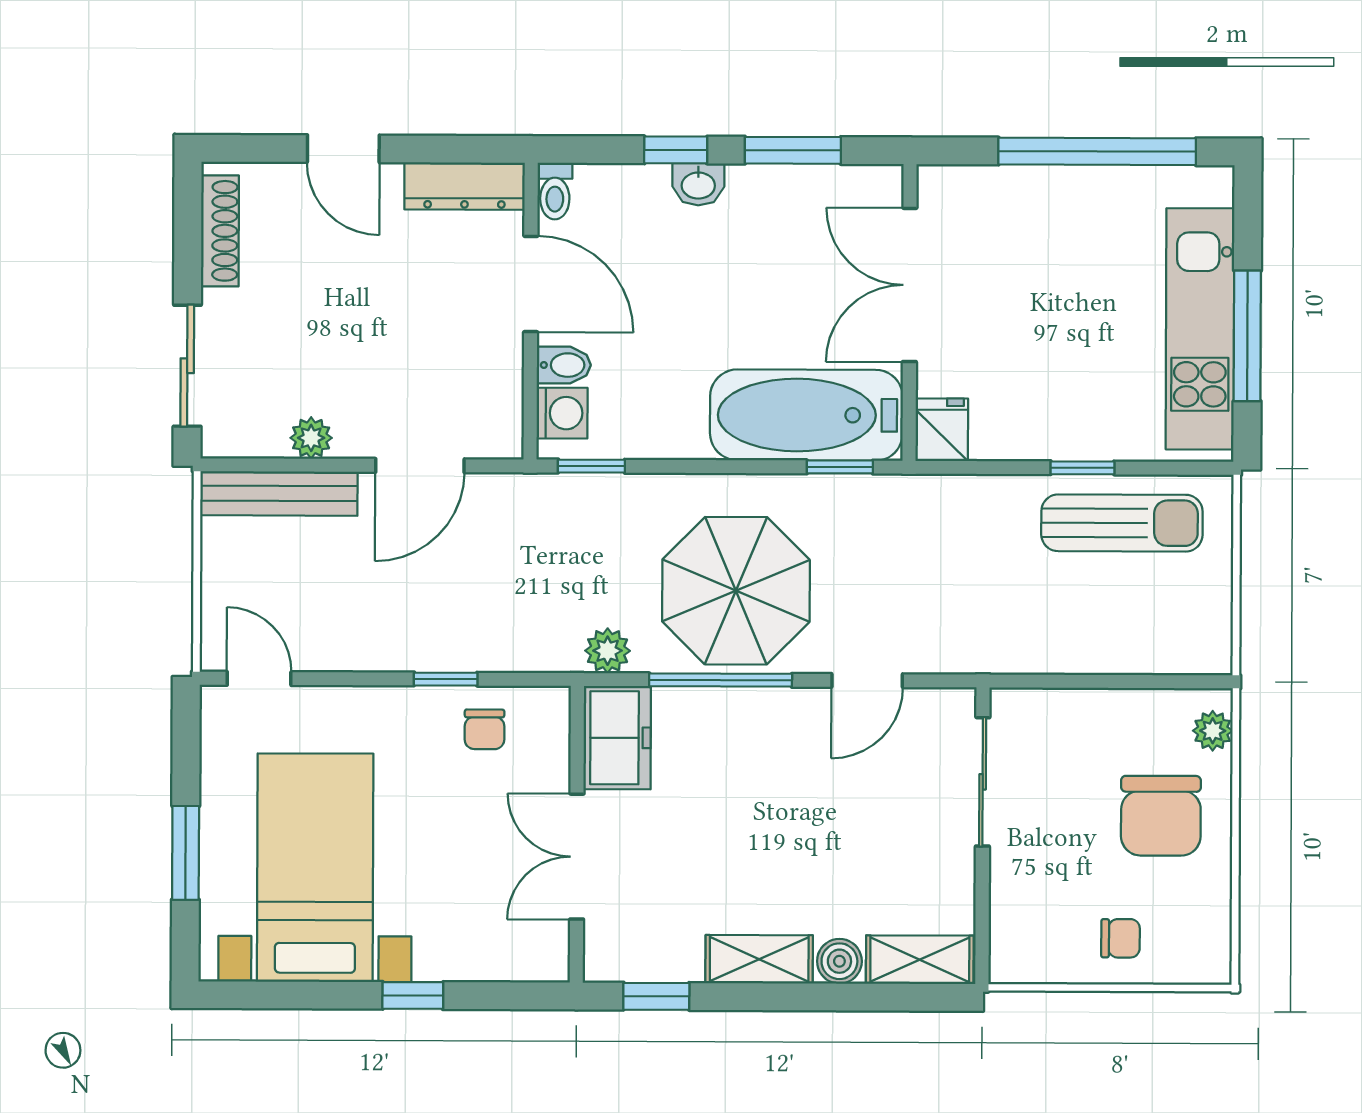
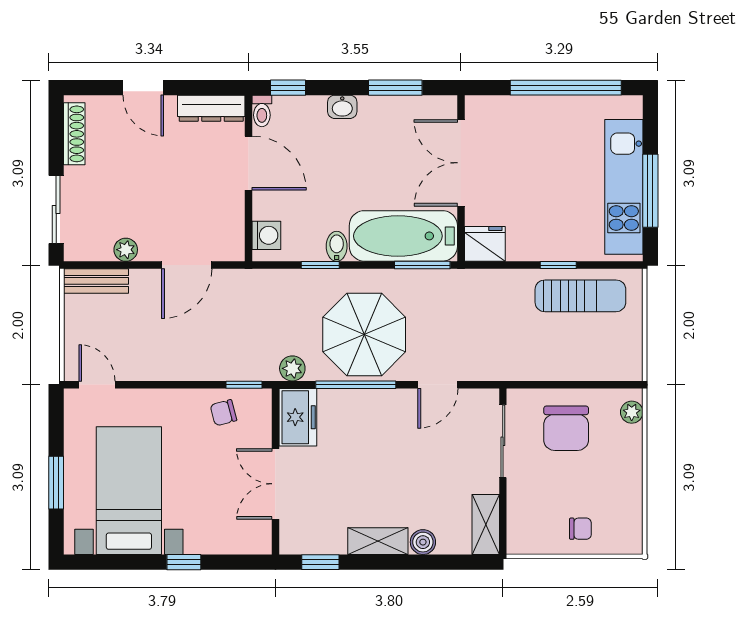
window: (676, 150) -> (288, 88), moved
bidet: (564, 365) -> (337, 246), moved, turned -90
fridge: (942, 430) -> (485, 244), width x1.38
window: (591, 466) -> (320, 265), moved
window: (840, 467) -> (422, 265), width x1.50
bench: (279, 493) -> (96, 281), width x0.73
window: (446, 679) -> (244, 385), moved
chair: (484, 729) -> (223, 413), turned 75
chair: (1161, 816) -> (566, 428), moved
shelving: (920, 960) -> (486, 524), moved, turned 90

